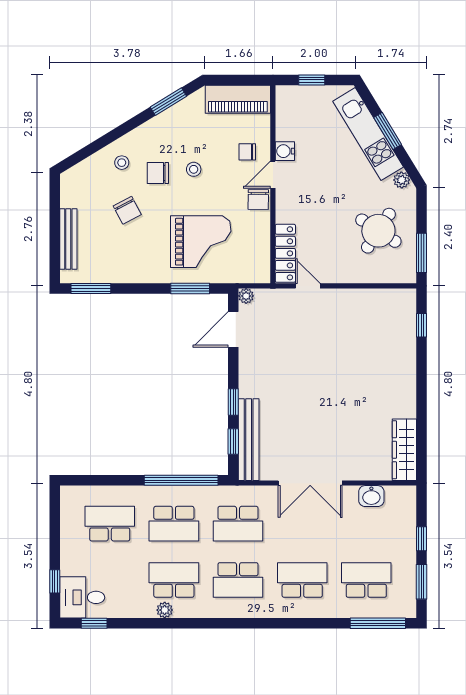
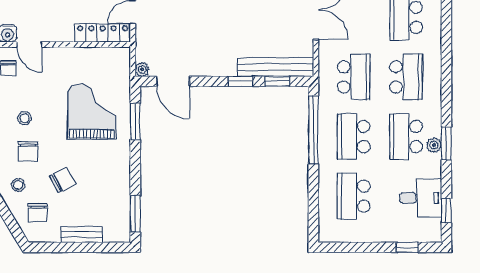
chair: (258, 200) -> (38, 213), moved, turned 89
bench: (68, 239) -> (82, 235), width x0.73
school desk: (174, 524) -> (354, 137), turned 180
desk: (82, 597) -> (421, 198), moved, turned -90
window: (166, 623) -> (446, 143), added

